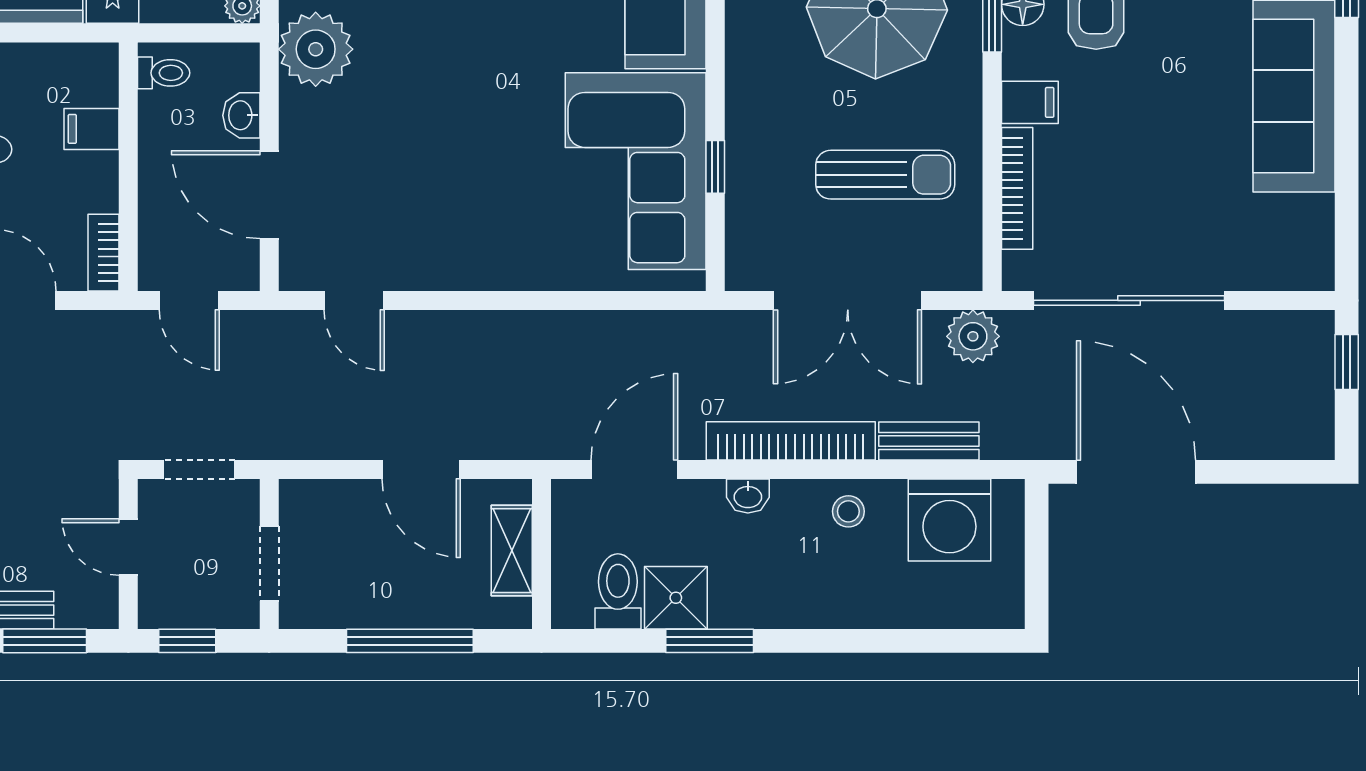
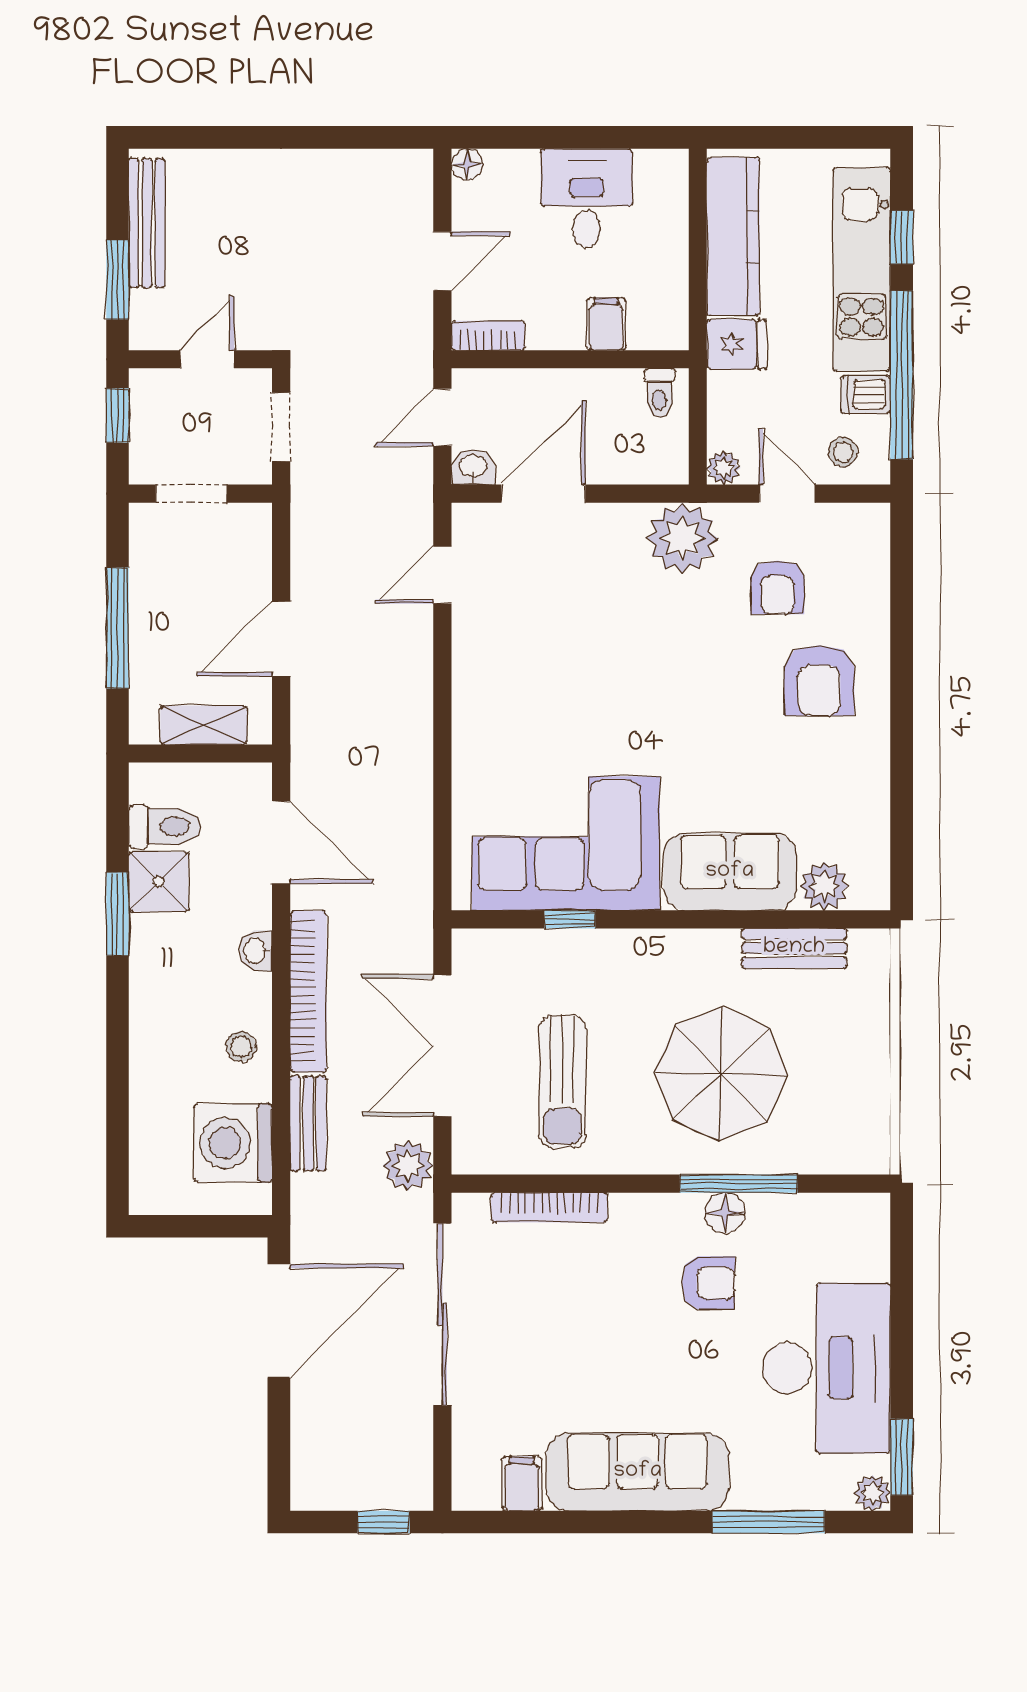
filing cabinet: (1030, 102) -> (522, 1484), moved, turned 180
washbasin: (241, 115) -> (473, 467), moved

